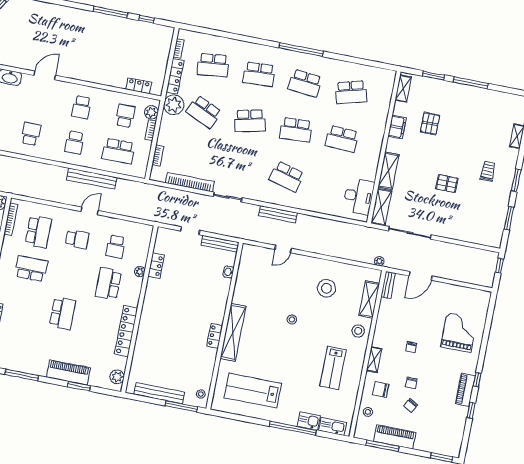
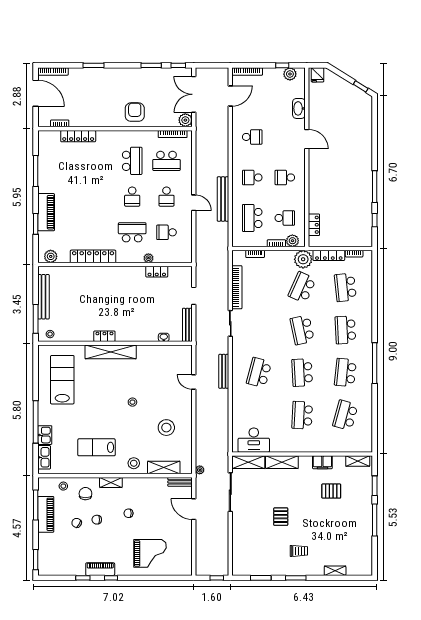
school desk: (351, 92) -> (345, 415), turned 30
school desk: (62, 313) -> (132, 197), moved, width x0.54

